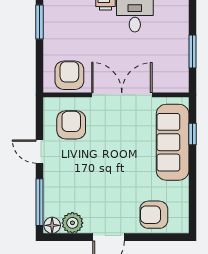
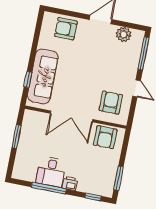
armchair: (71, 125) -> (111, 103), turned 180
armchair: (154, 215) -> (66, 29), turned 180
floor lamp: (52, 225) -> (138, 36), removed

